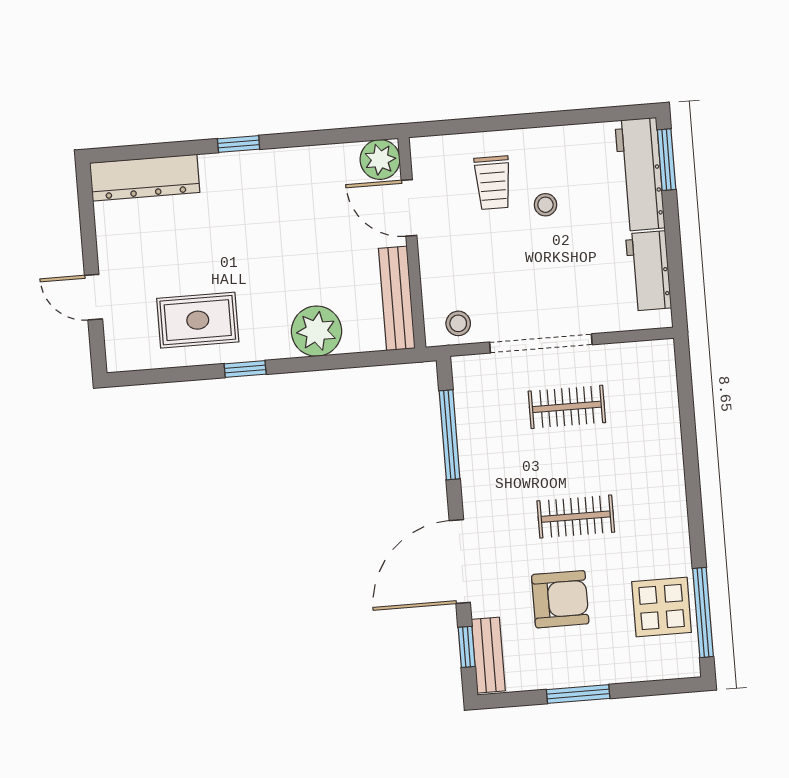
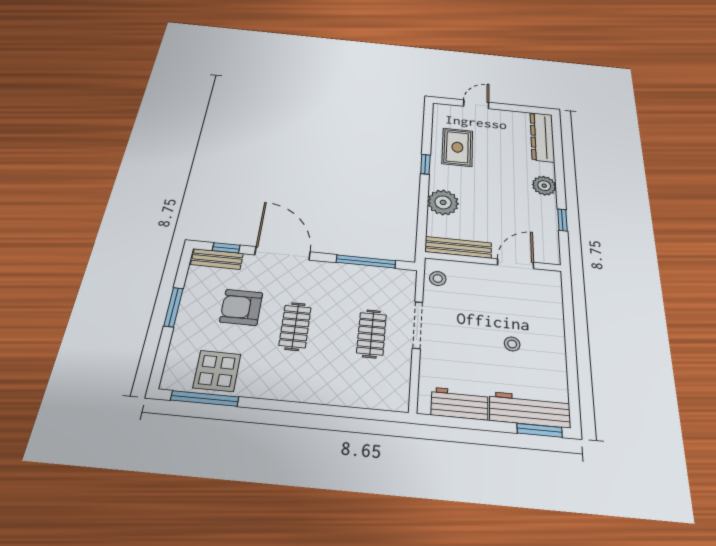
window: (239, 144) -> (562, 220), moved
plant: (380, 159) -> (544, 186), moved
trolley: (493, 183) -> (529, 314), removed
doorway: (541, 343) -> (418, 325), width x0.73
armchair: (560, 599) -> (241, 307), turned 90

